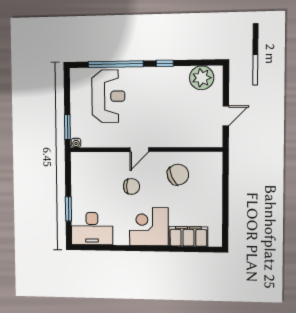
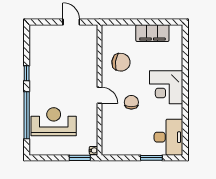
plant: (202, 78) -> (39, 42), removed
chair: (178, 175) -> (121, 62), turned 122
filing cabinet: (188, 236) -> (152, 33), moved, turned -90

